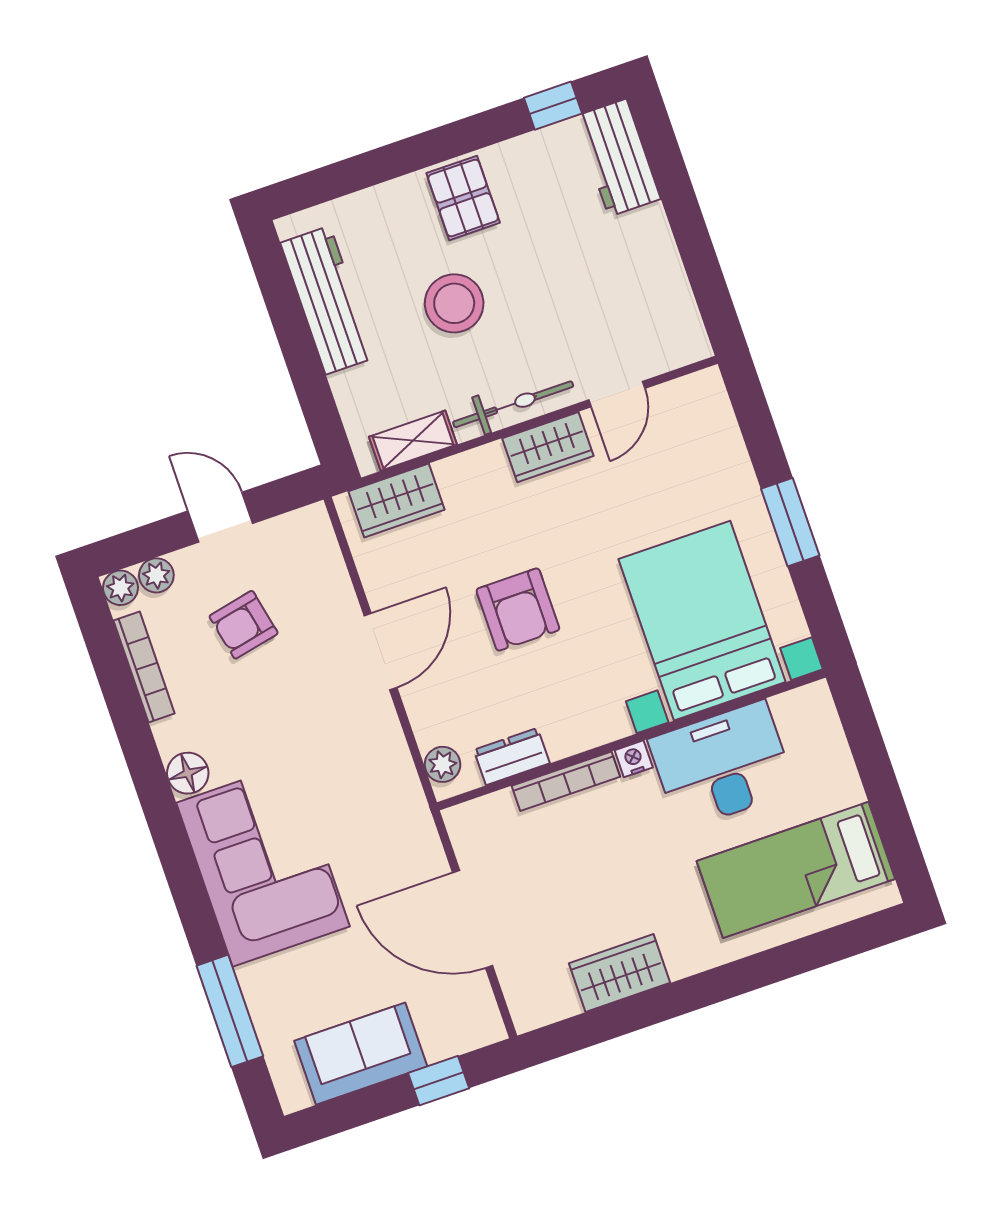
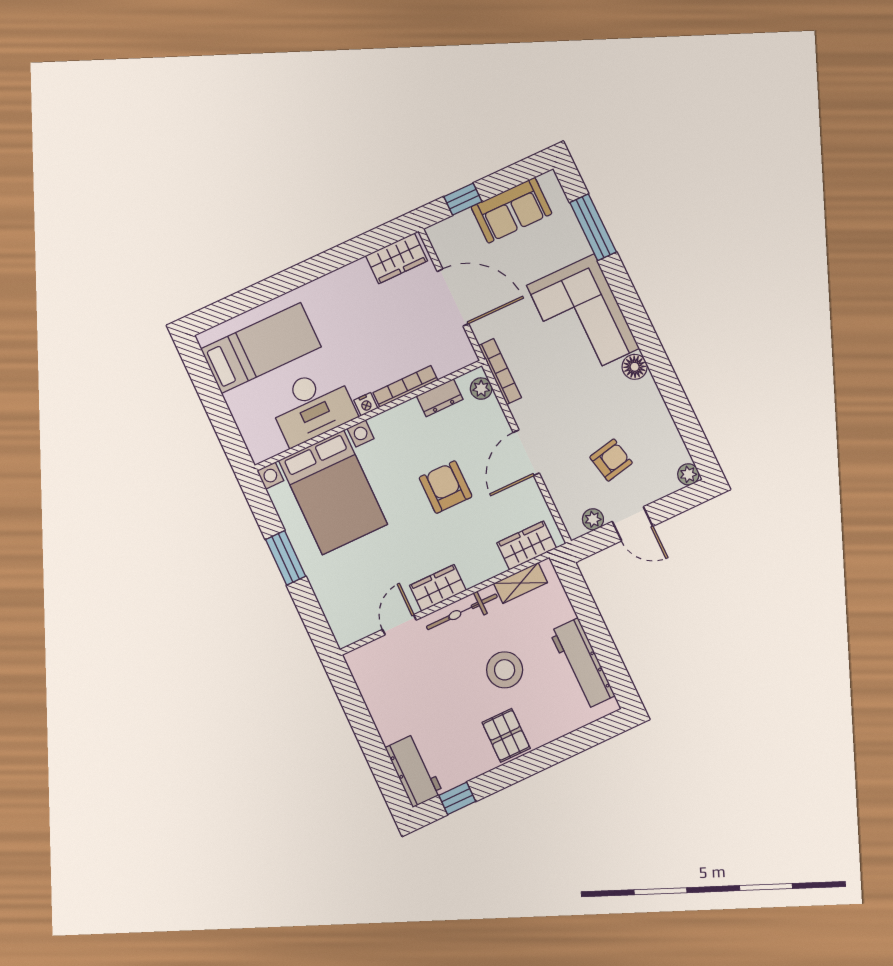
plant: (156, 575) -> (593, 519), moved
bookcase: (144, 667) -> (500, 372), moved, turned 180
wardrobe: (619, 973) -> (397, 258), moved

